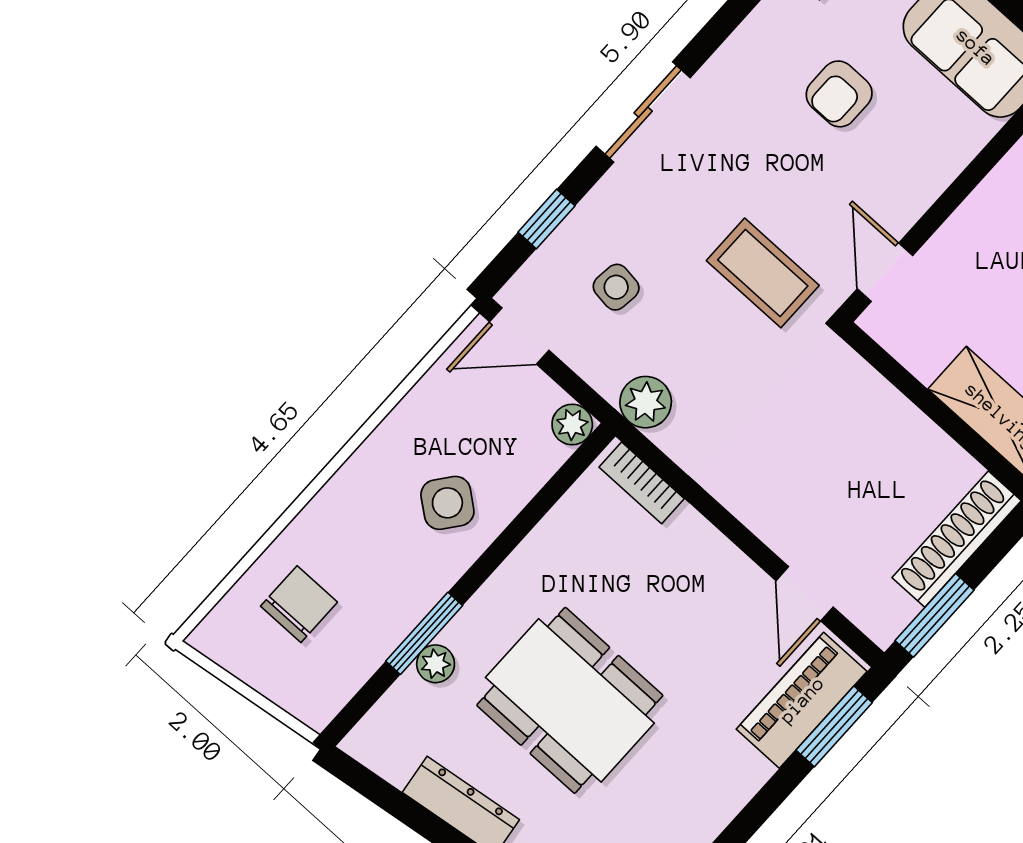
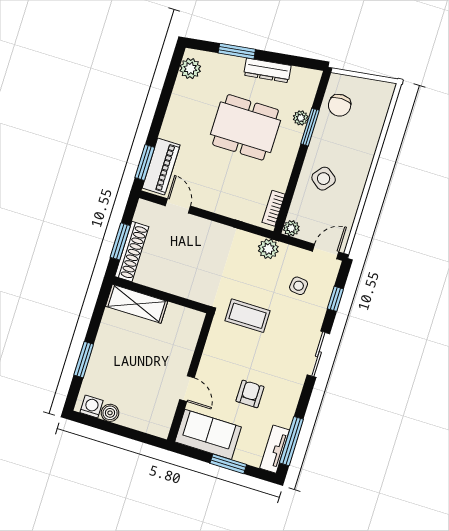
door: (885, 272) -> (187, 389), moved
bookcase: (642, 483) -> (274, 208), moved, turned -90
chair: (299, 604) -> (340, 105), moved
window: (935, 615) -> (120, 241), moved

